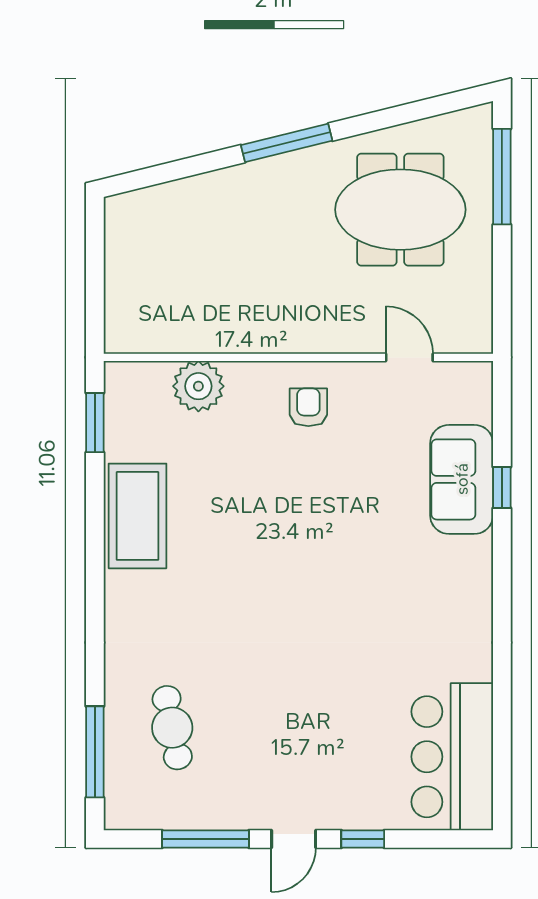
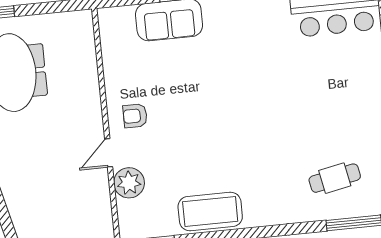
door: (409, 357) -> (109, 153), moved

